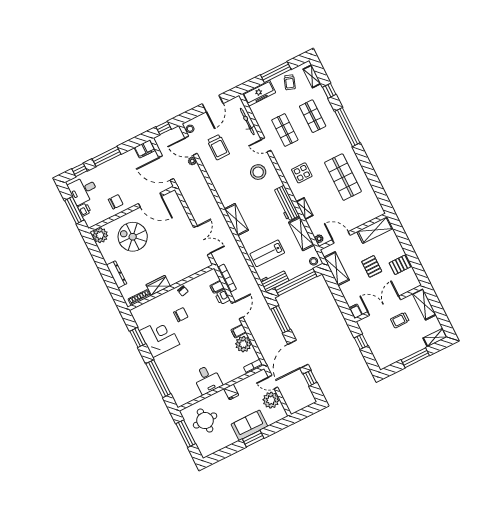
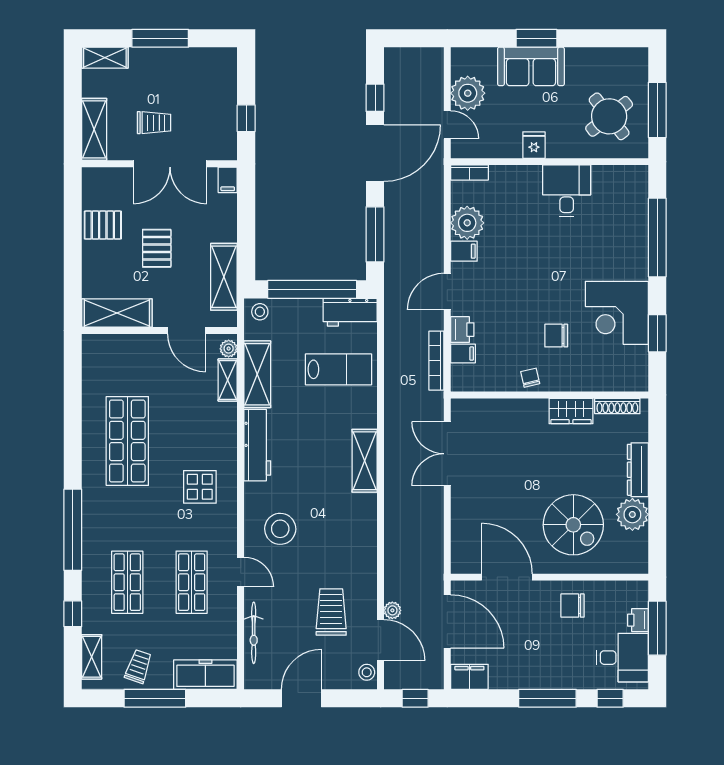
shelving: (305, 209) -> (228, 380), moved
plant: (100, 235) -> (632, 514), moved
round table: (205, 421) -> (609, 116), turned -36

